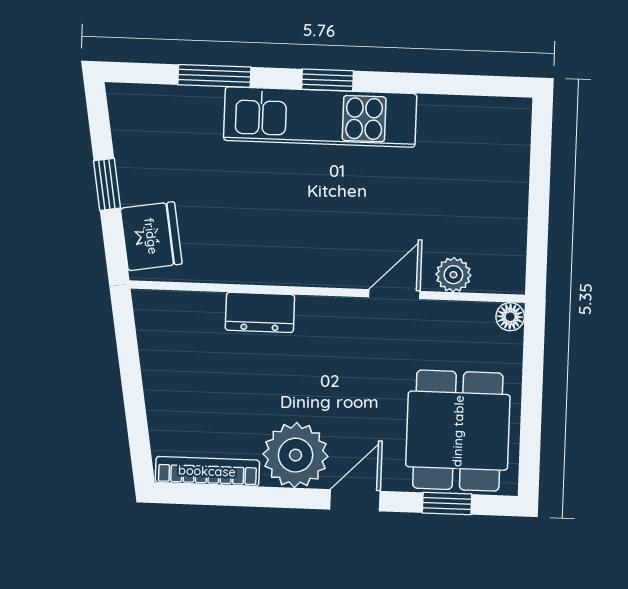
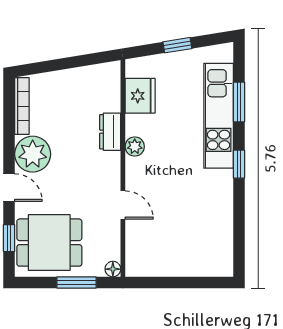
kitchen unit: (320, 117) -> (219, 116), moved
fridge: (151, 236) -> (140, 96), moved, turned -81
plant: (453, 275) -> (135, 147), moved
window: (532, 384) -> (76, 282), added

